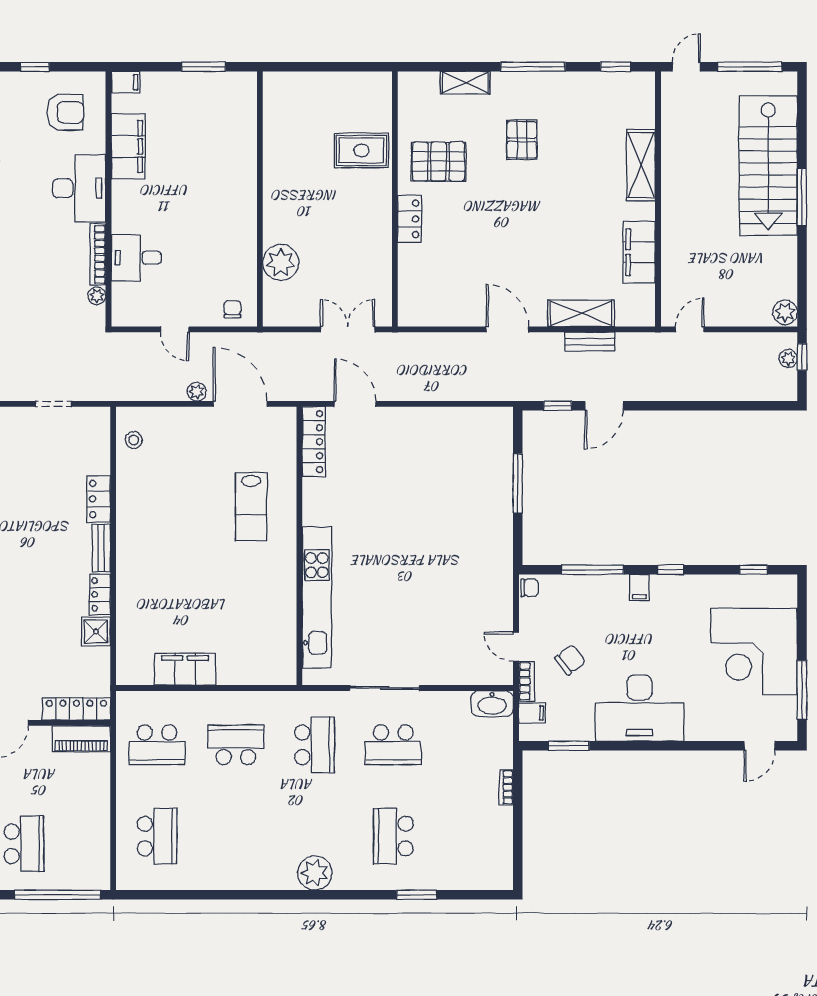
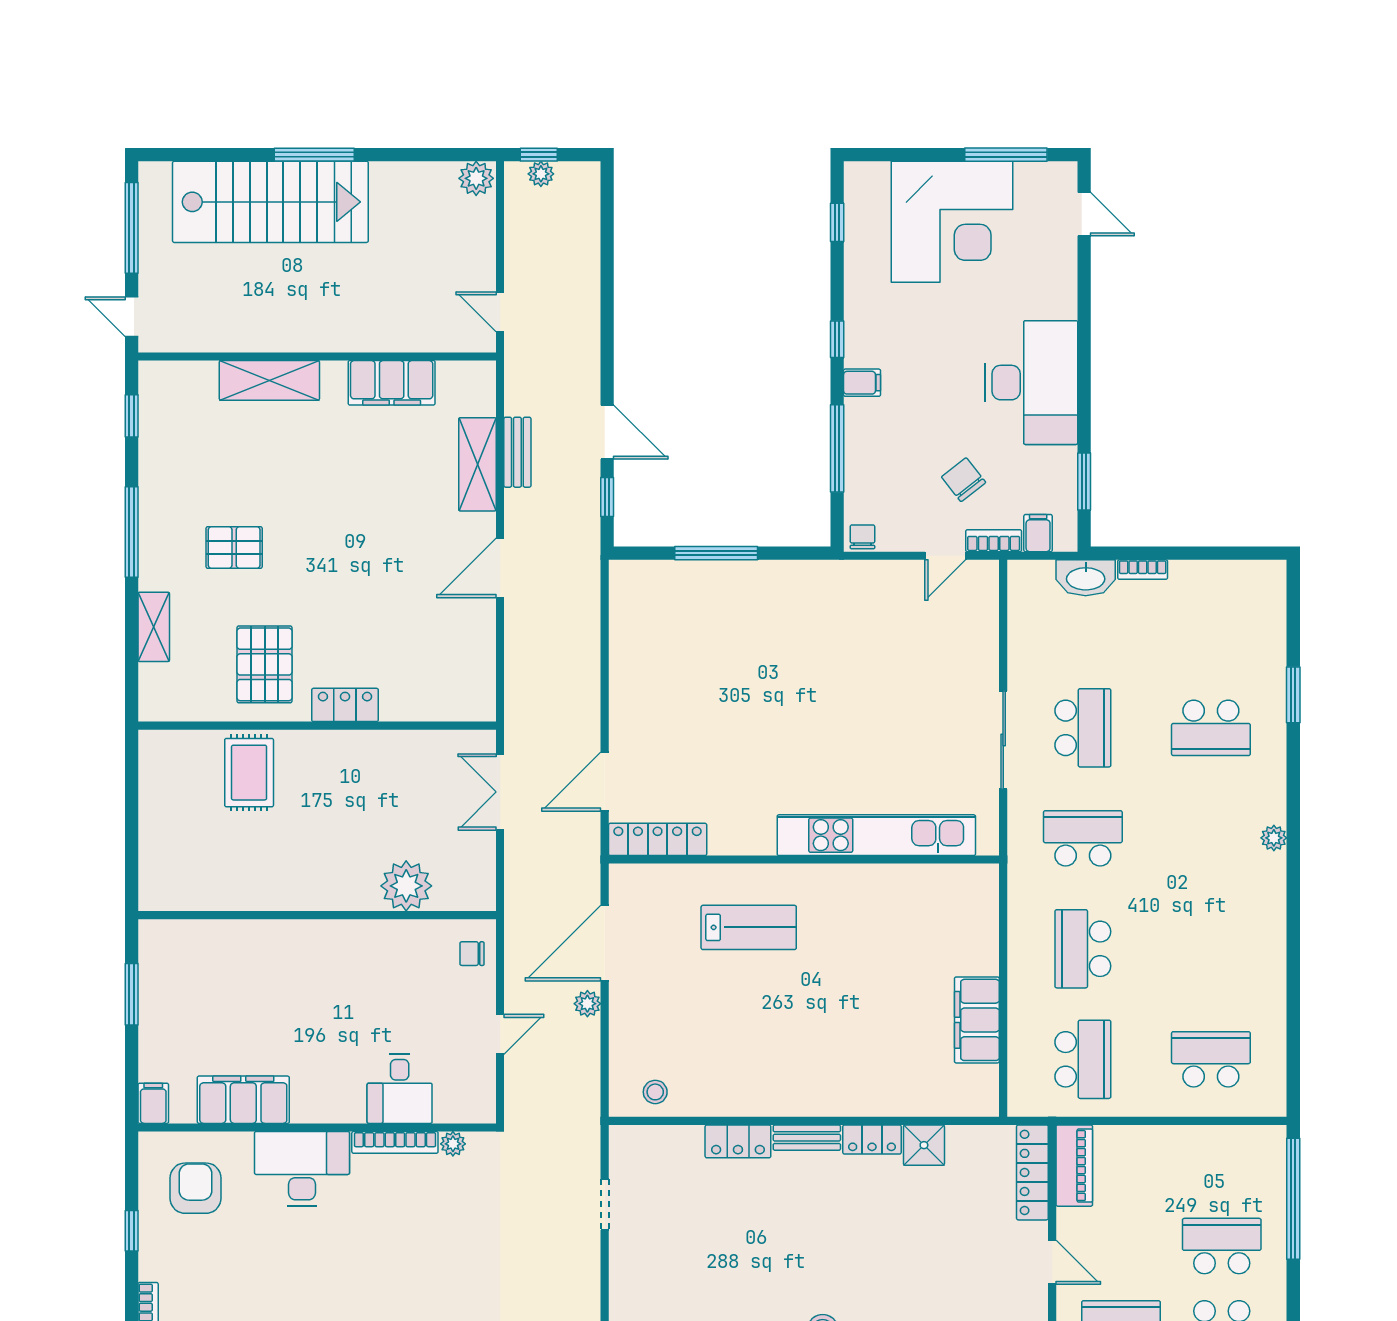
washbasin: (492, 704) -> (1086, 578), moved, turned 90
plant: (315, 873) -> (1274, 838), width x0.53, depth x0.53

